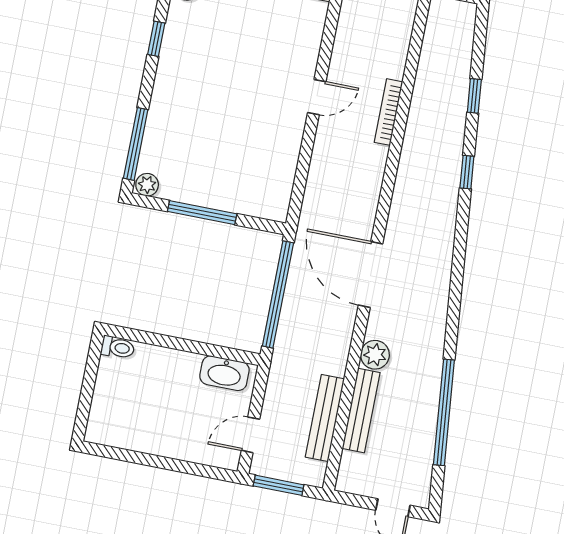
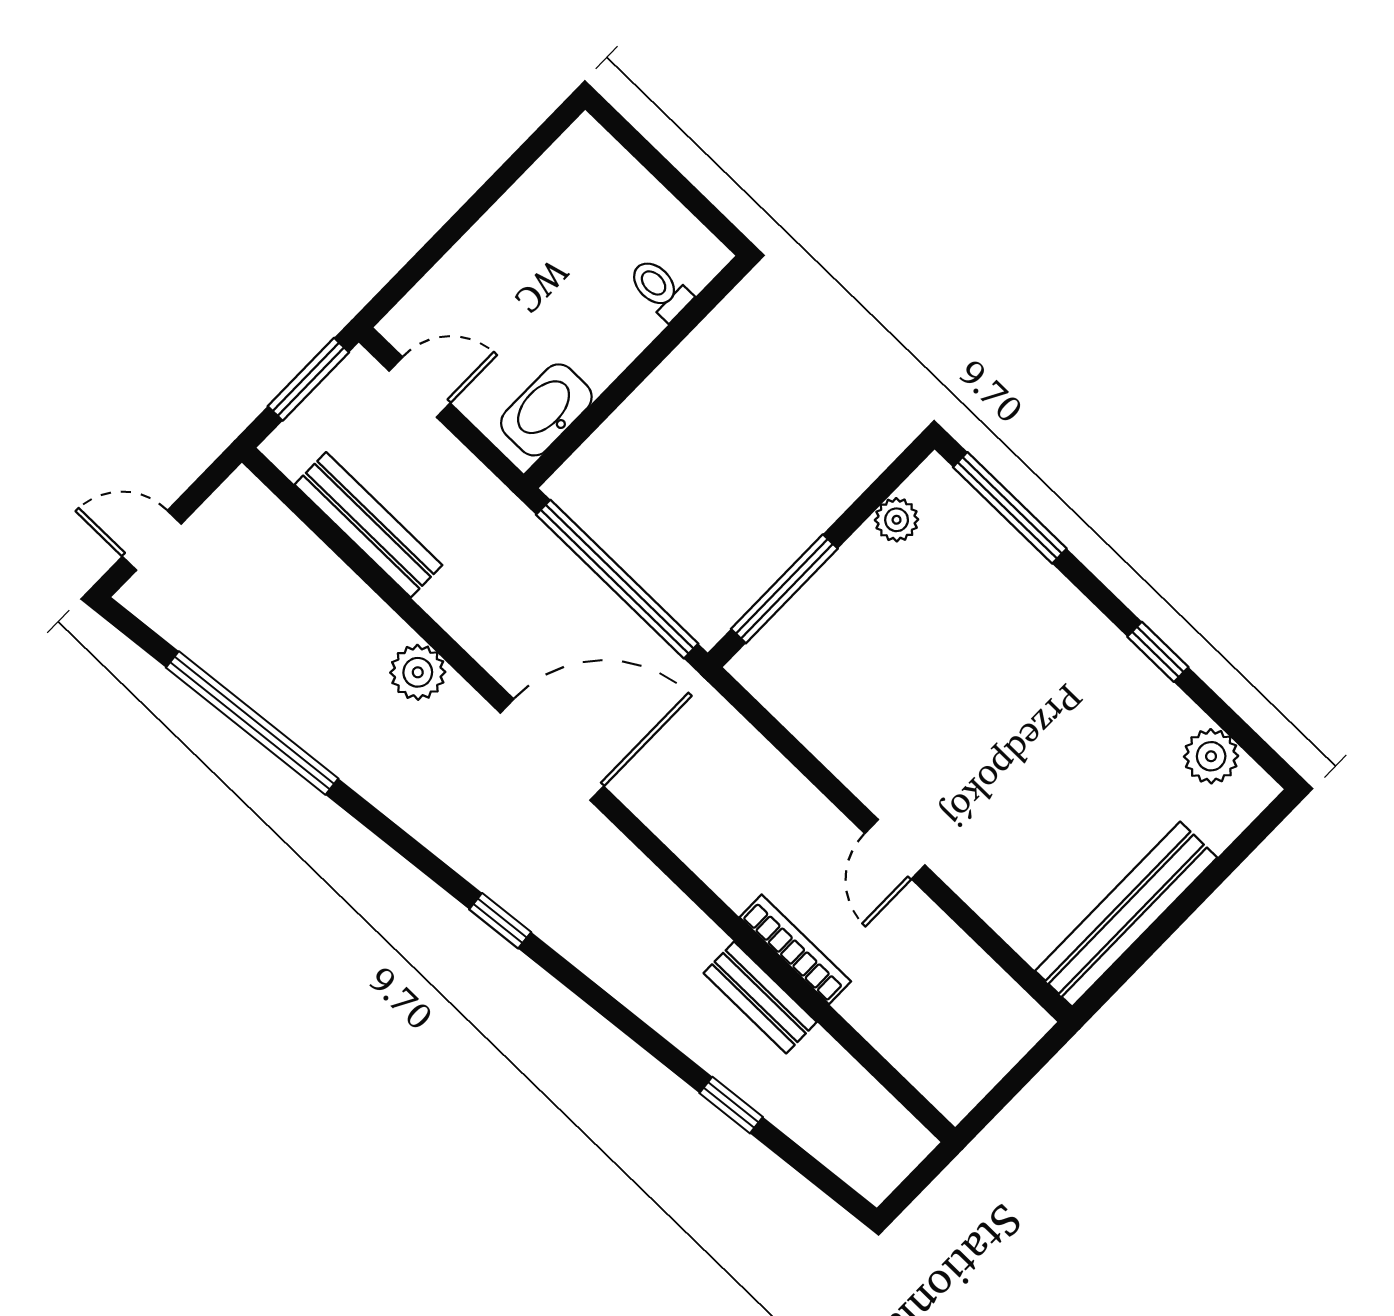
window: (467, 172) -> (500, 921), moved
plant: (147, 185) -> (897, 520), moved
window: (202, 213) -> (784, 589), moved
toilet: (118, 347) -> (660, 289), moved, turned 90
bench: (361, 411) -> (760, 998), moved, width x0.73
door: (250, 435) -> (420, 387), hinge flipped

